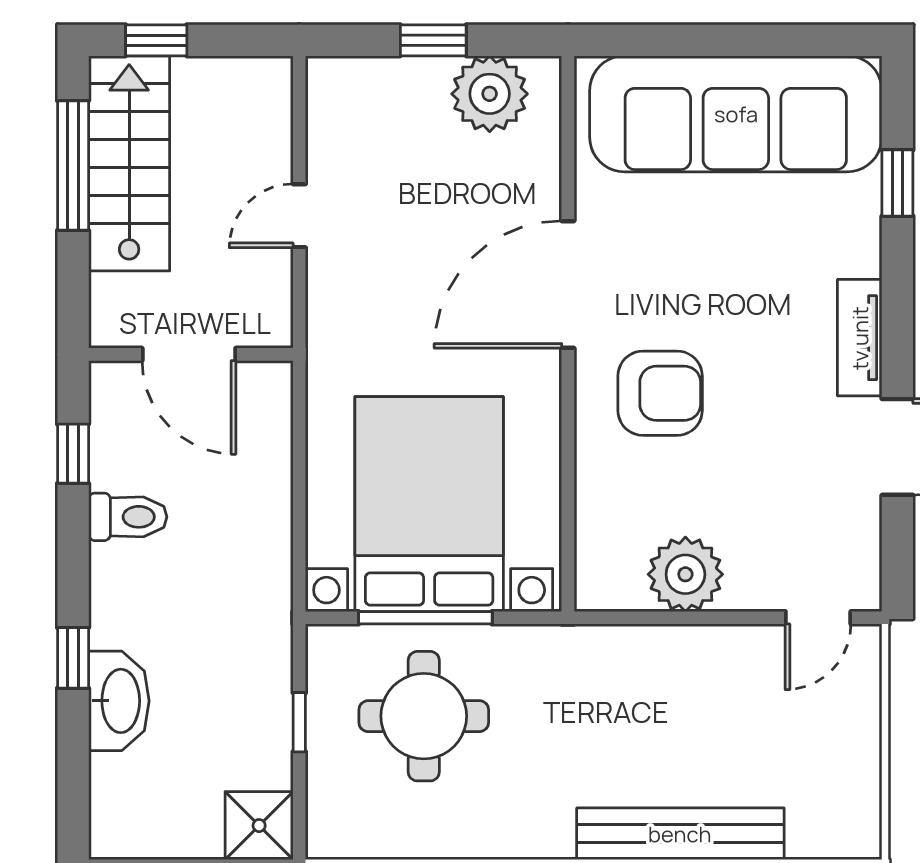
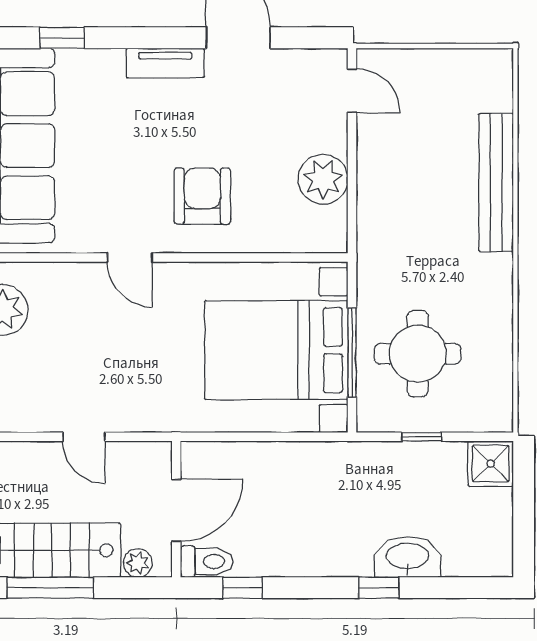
door: (568, 284) -> (130, 258), width x0.53
plant: (110, 296) -> (138, 563), added
toilet: (128, 517) -> (207, 561), moved, turned 90

